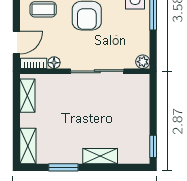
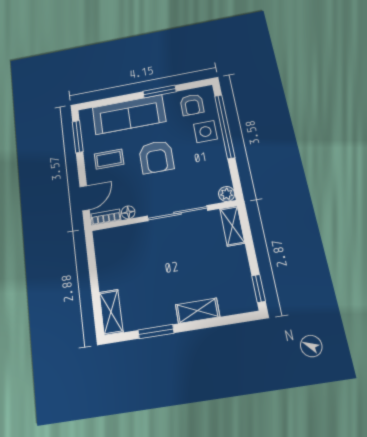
shelving: (27, 96) -> (232, 226), moved

